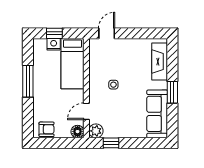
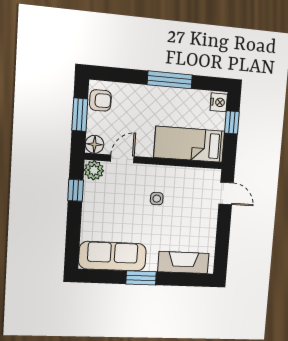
nightstand: (54, 44) -> (219, 102), moved
door: (86, 111) -> (122, 159), hinge flipped
armchair: (47, 129) -> (100, 100), turned -90
window: (58, 143) -> (80, 115), added

